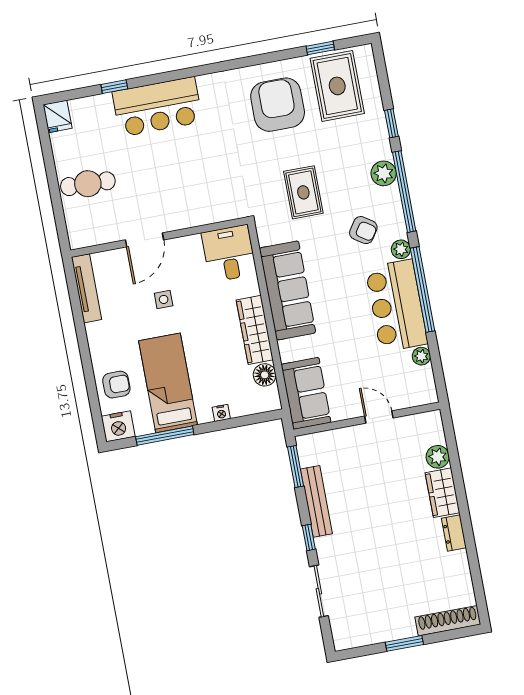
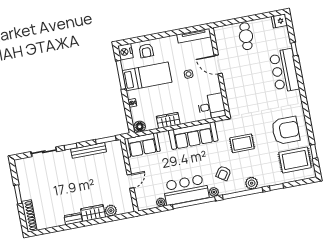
wardrobe: (255, 330) -> (168, 120), width x0.67
floor lamp: (265, 375) -> (140, 127), moved

